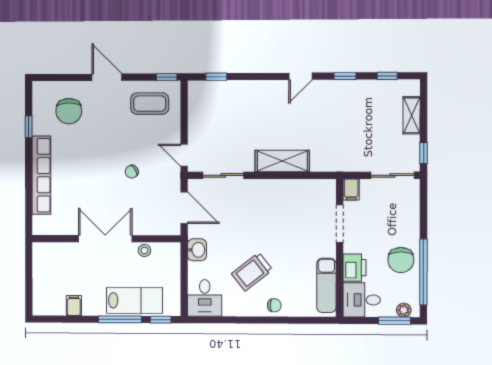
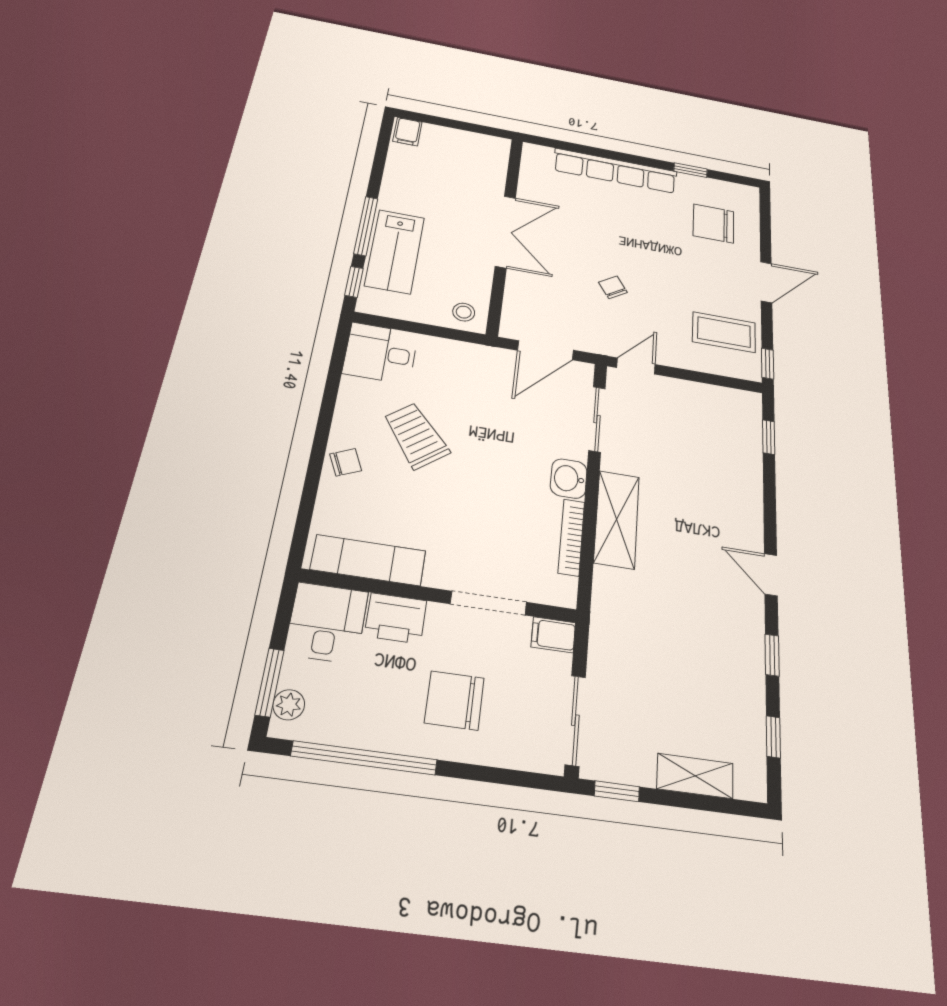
coffee table: (150, 104) -> (724, 332), turned 90
bookcase: (297, 184) -> (571, 537), added
stool: (144, 250) -> (464, 312), moved
washbasin: (197, 250) -> (569, 479), moved, turned 90
chair: (401, 260) -> (454, 700), moved
chair: (274, 305) -> (346, 462), turned -114
filing cabinet: (74, 306) -> (407, 132), moved, turned 90

